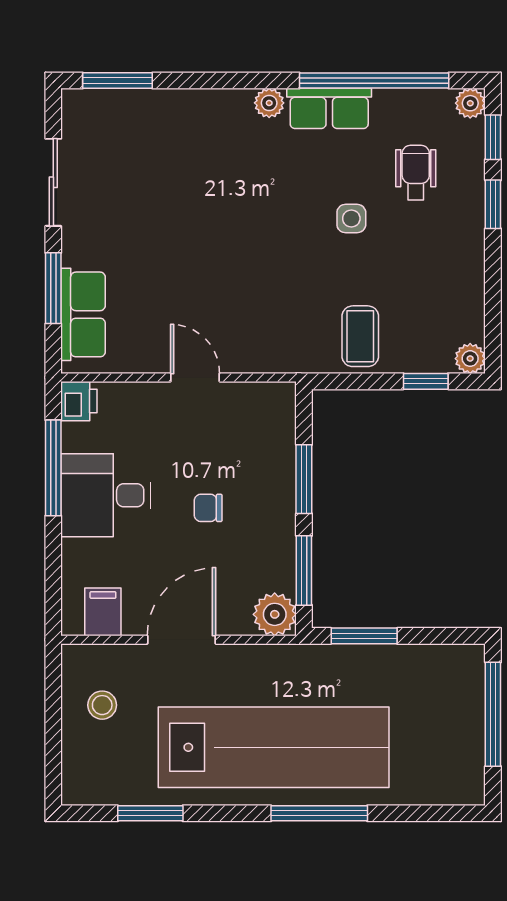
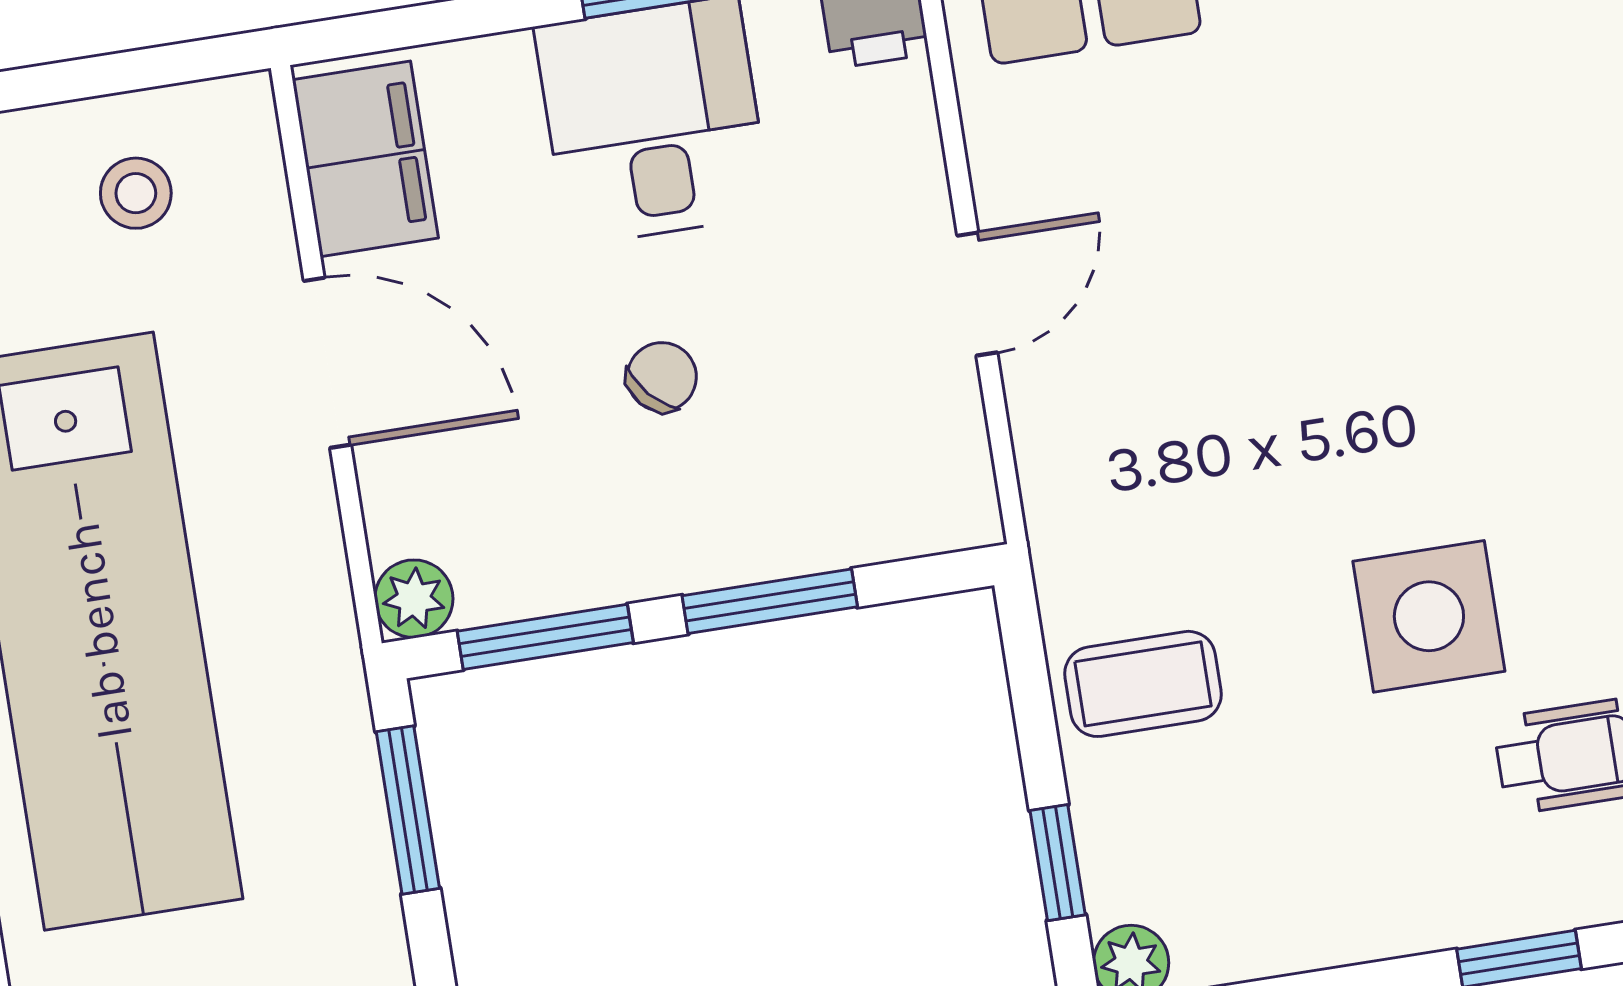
side table: (351, 219) -> (1429, 616), width x1.87, depth x1.87
chair: (208, 508) -> (662, 377), turned 48
filing cabinet: (103, 612) -> (365, 159), width x2.00
plant: (275, 614) -> (414, 599), width x0.73, depth x0.73

